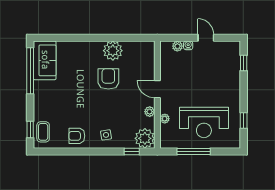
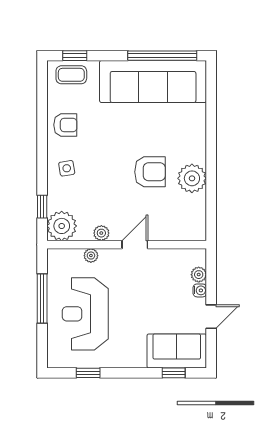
sofa: (45, 60) -> (153, 81), width x1.85, depth x1.27
sofa: (229, 61) -> (177, 351), added
armchair: (77, 136) -> (65, 125), turned 90

